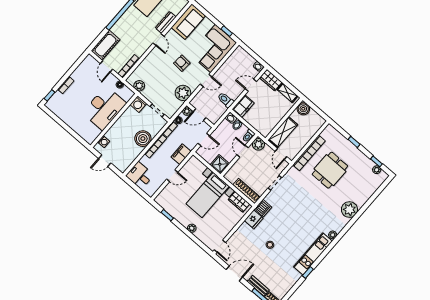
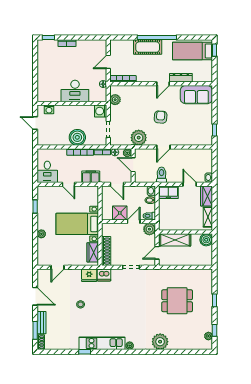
cot: (106, 45) -> (148, 47), moved
corner sofa: (213, 48) -> (192, 131), removed
door: (206, 80) -> (163, 147), hinge flipped
desk: (104, 108) -> (75, 91), width x0.73, depth x0.77
bookcase: (309, 153) -> (176, 273), removed
shower: (220, 164) -> (120, 213), moved
desk: (140, 175) -> (47, 172), moved, turned 180
door: (220, 246) -> (57, 267), moved

